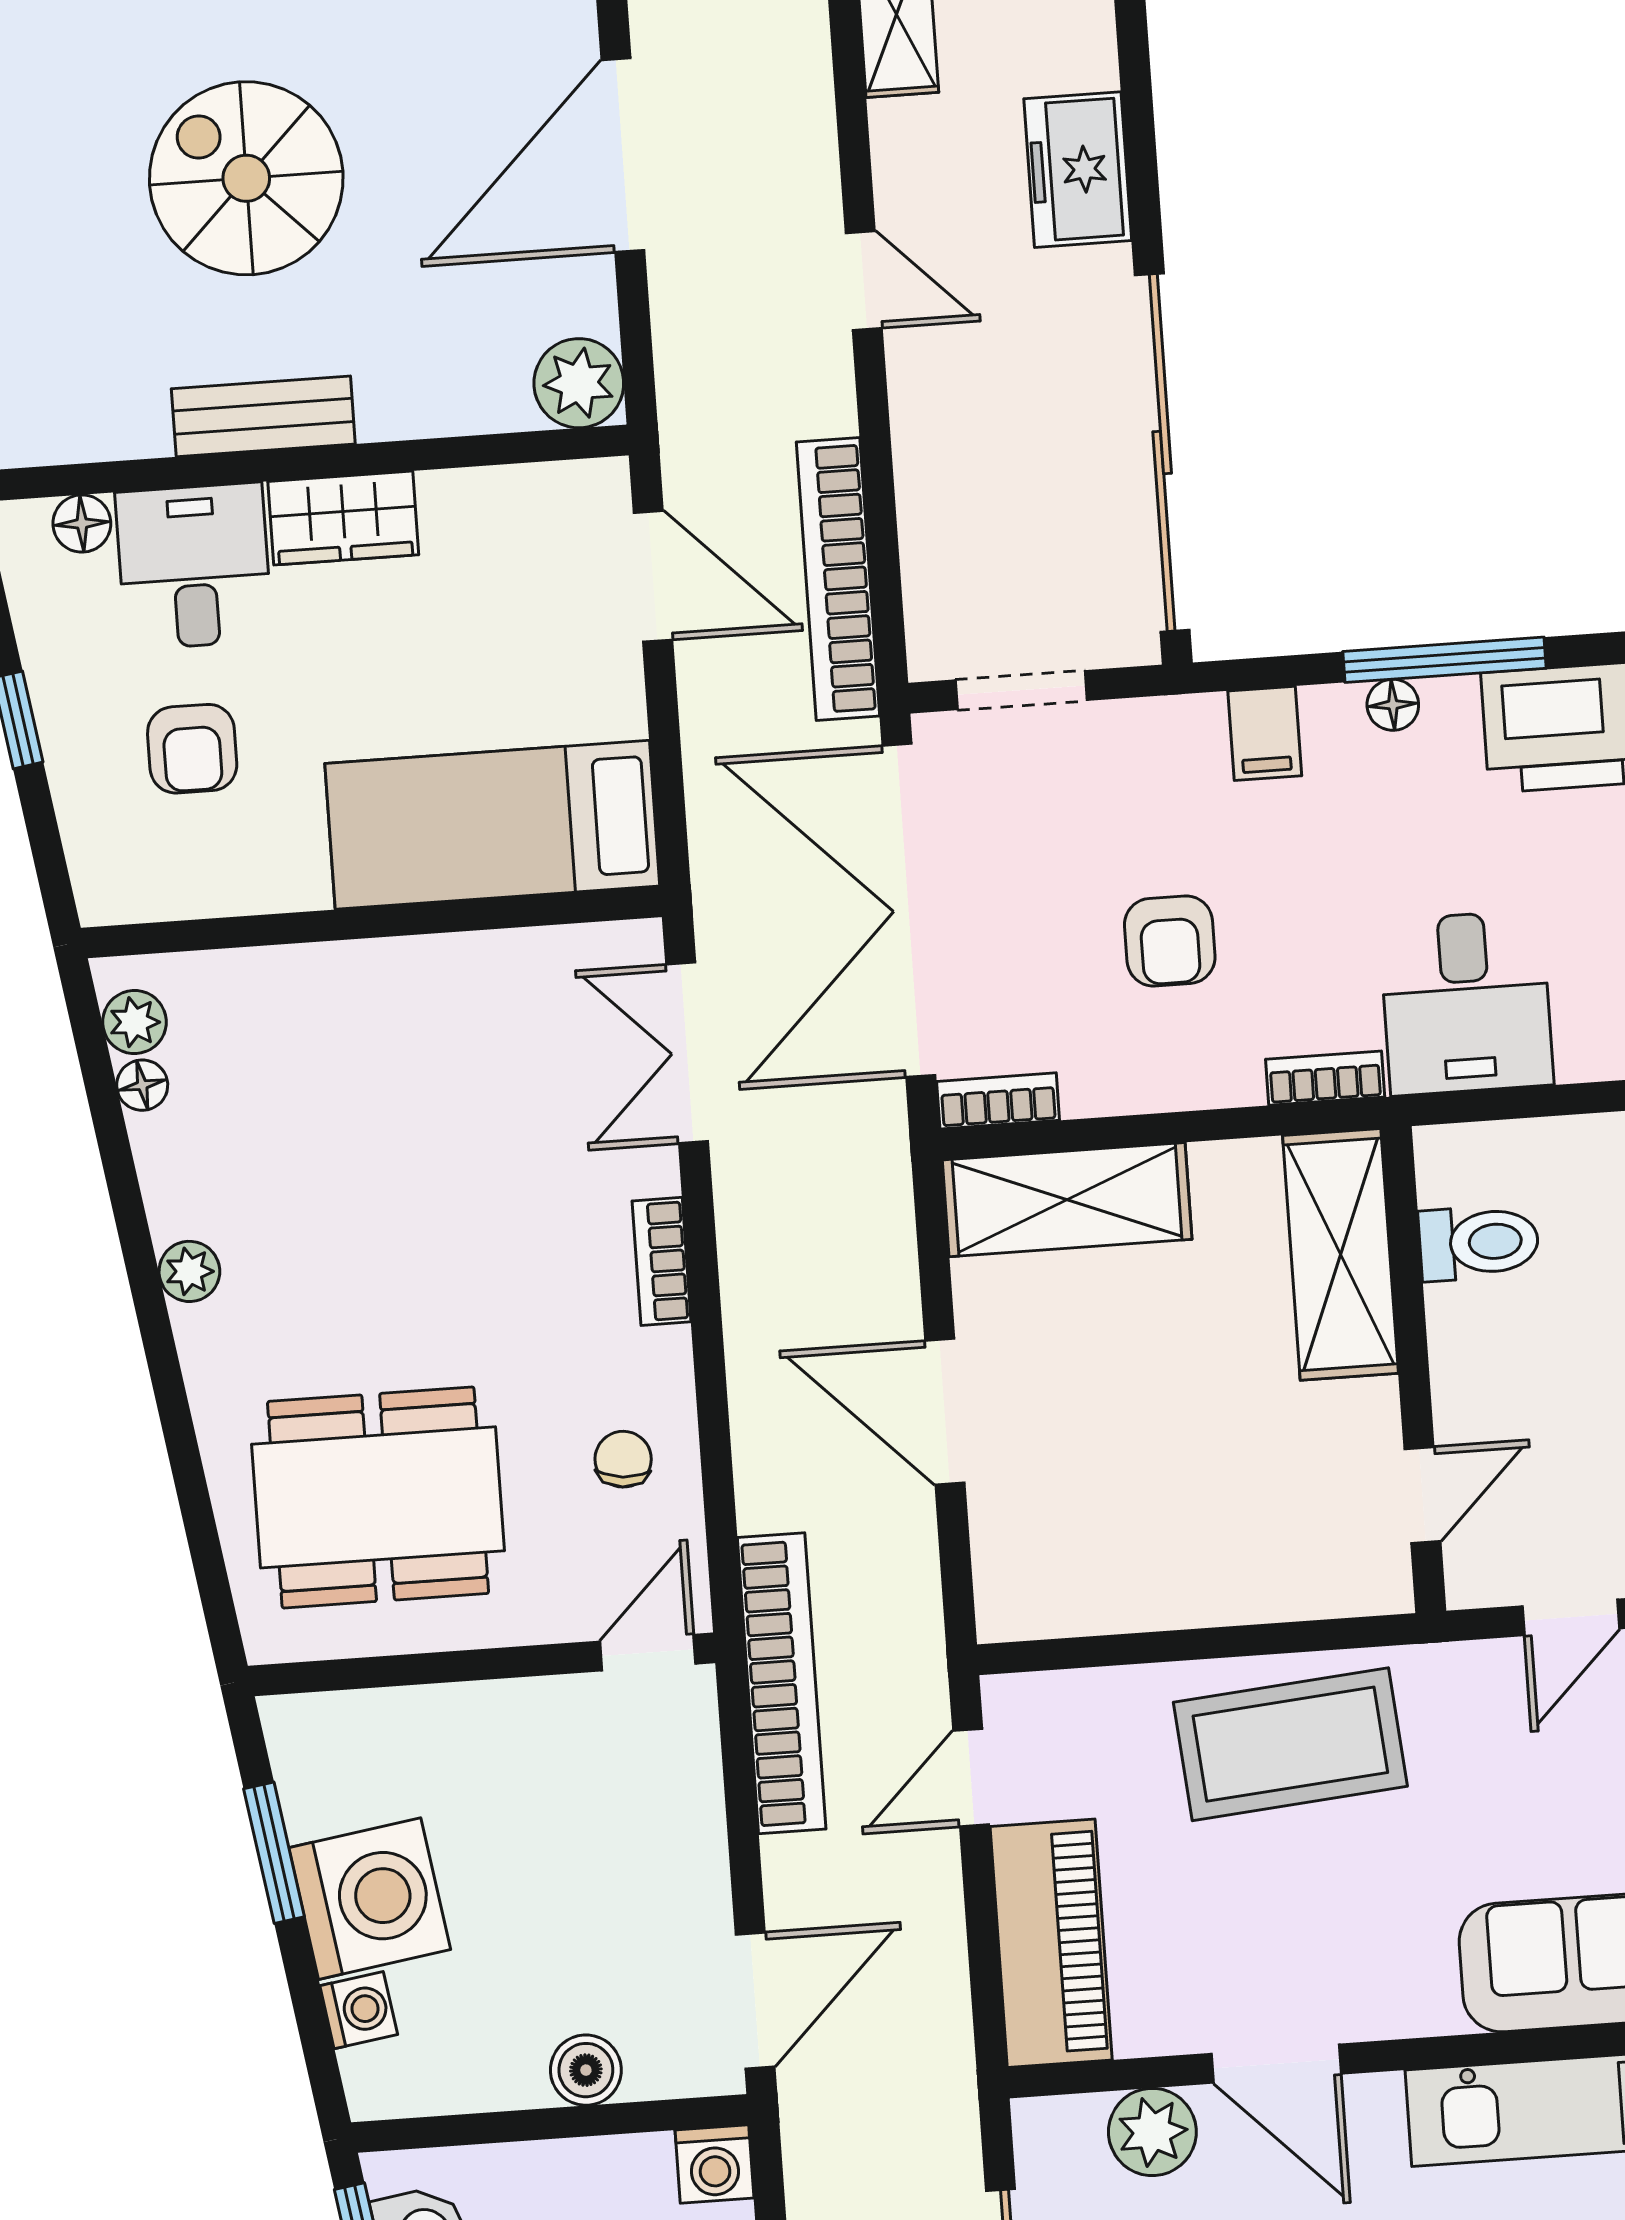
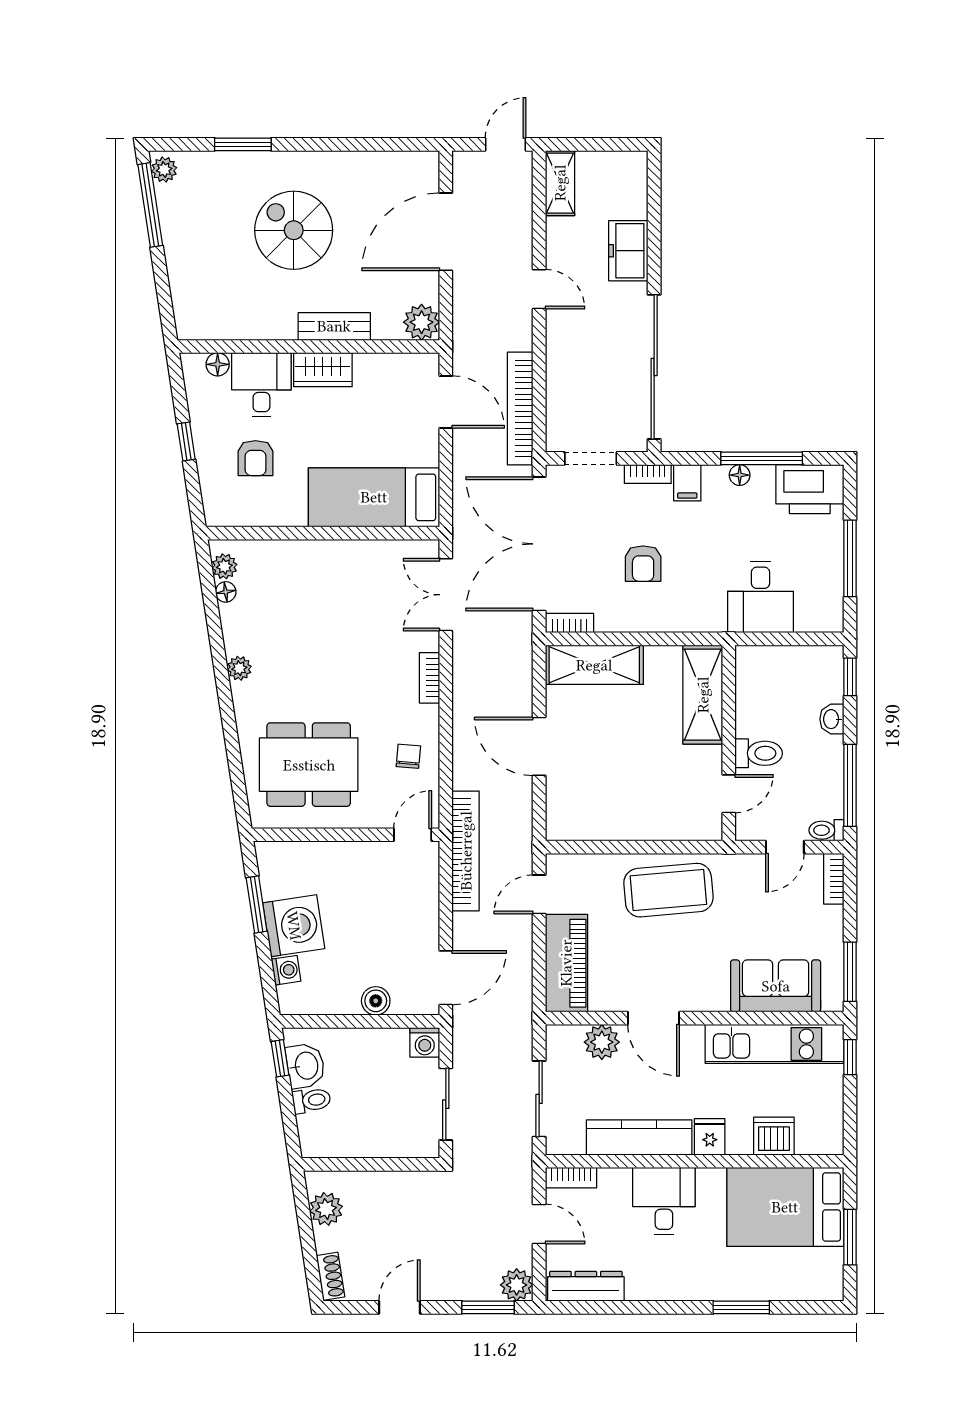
bench: (263, 416) -> (334, 326), moved
bookcase: (1325, 1078) -> (648, 474), moved, turned 180
toilet: (1479, 1243) -> (759, 753), moved

